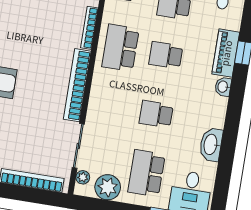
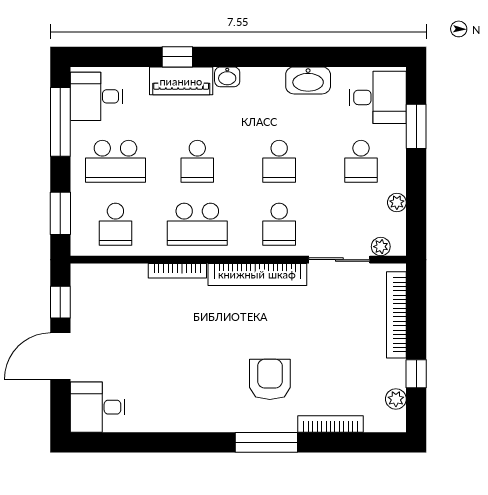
school desk: (111, 107) -> (279, 224), added
school desk: (146, 173) -> (361, 161), width x0.54
plant: (108, 187) -> (397, 203), width x0.53, depth x0.53

